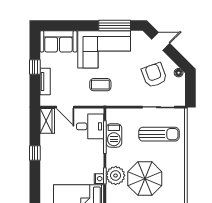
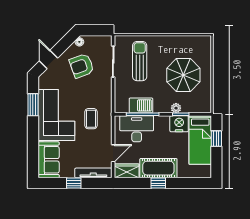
window: (115, 25) -> (33, 105), width x0.69
tv unit: (45, 81) -> (93, 173), width x1.41
desk: (90, 126) -> (137, 129), width x1.37
cot: (50, 153) -> (158, 168), added
plant: (116, 176) -> (176, 108), width x0.53, depth x0.53
nightstand: (99, 179) -> (179, 124), width x1.89, depth x1.79

